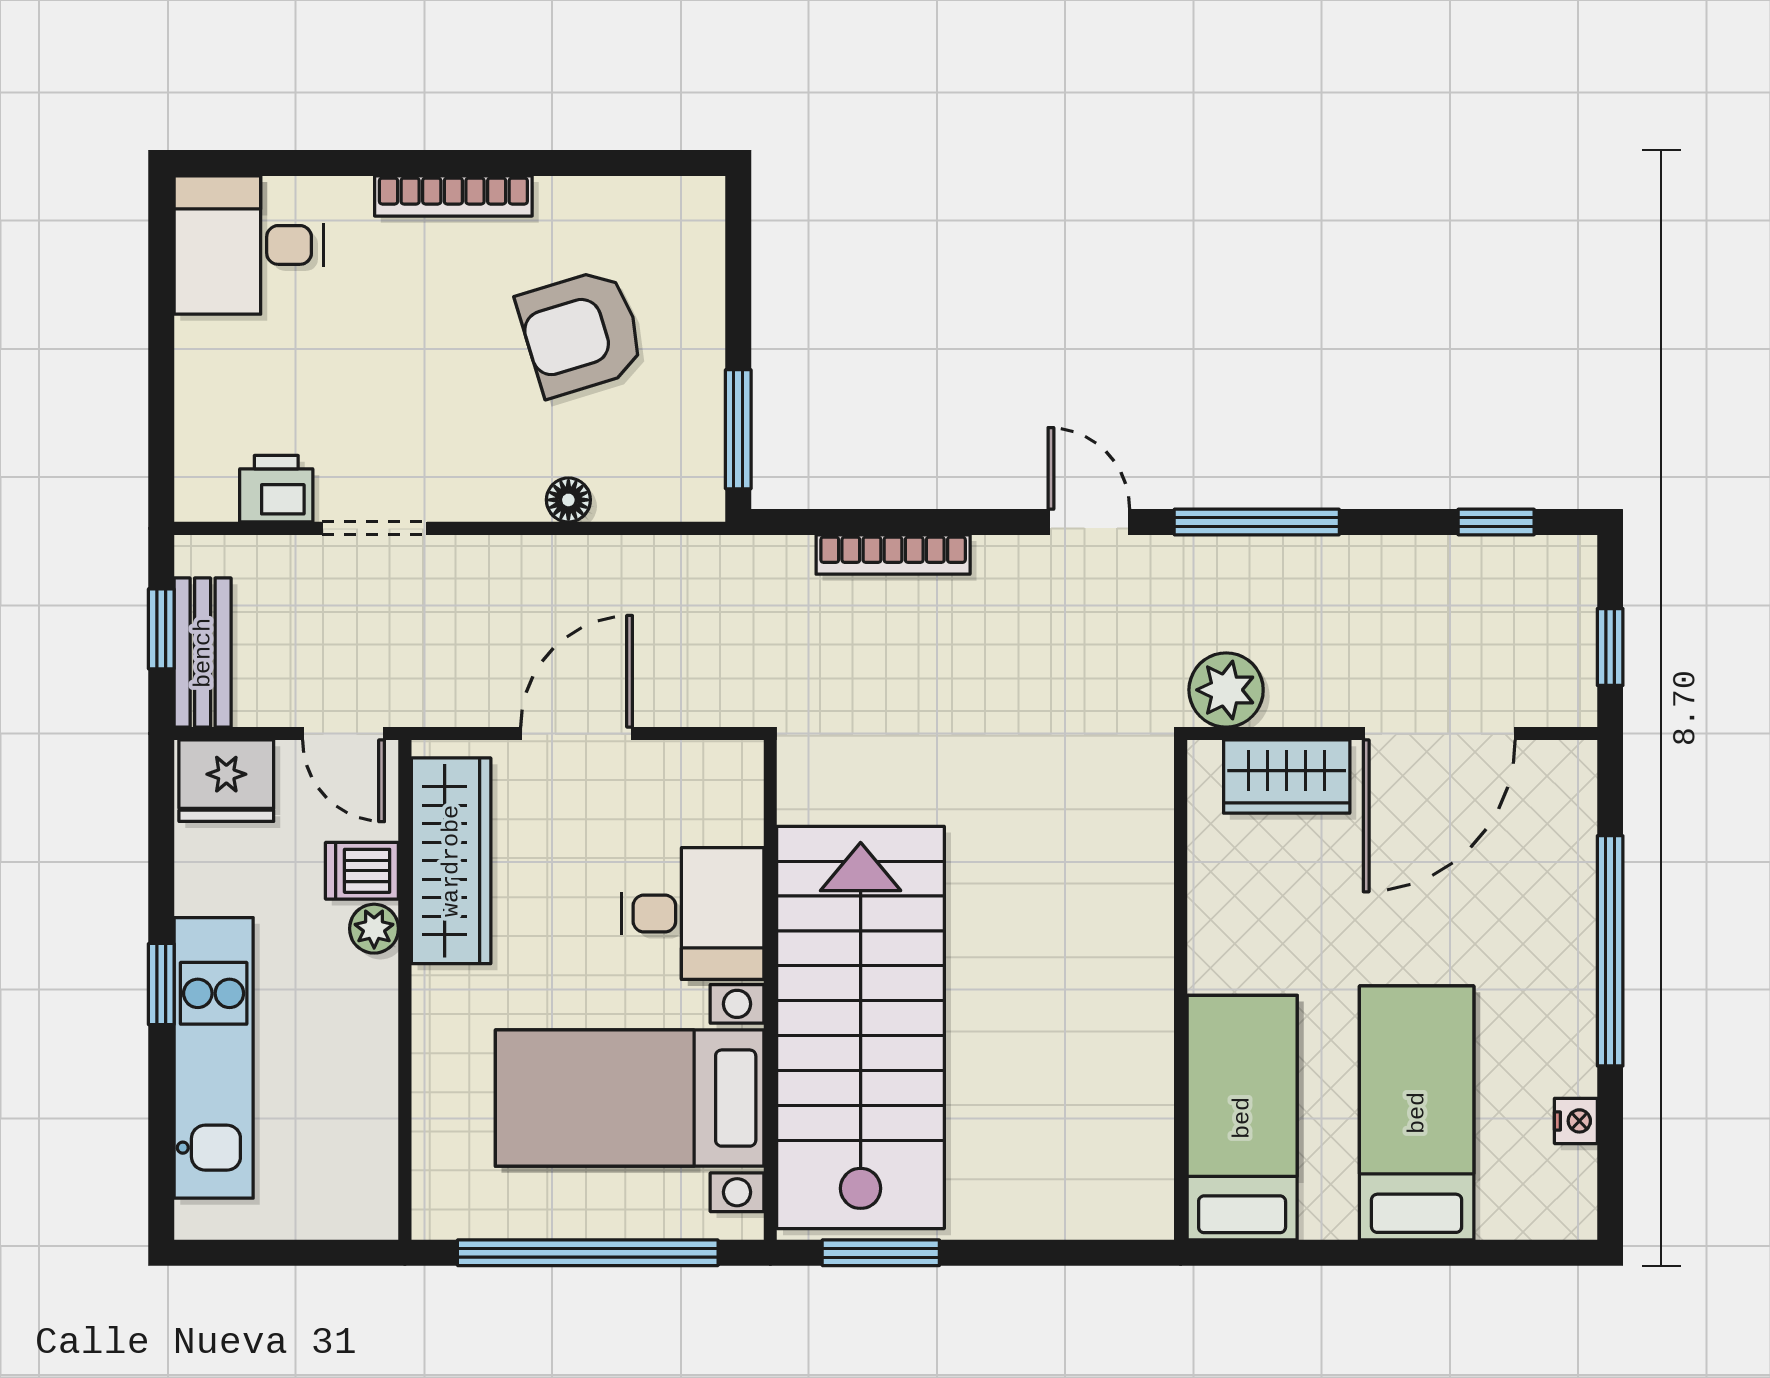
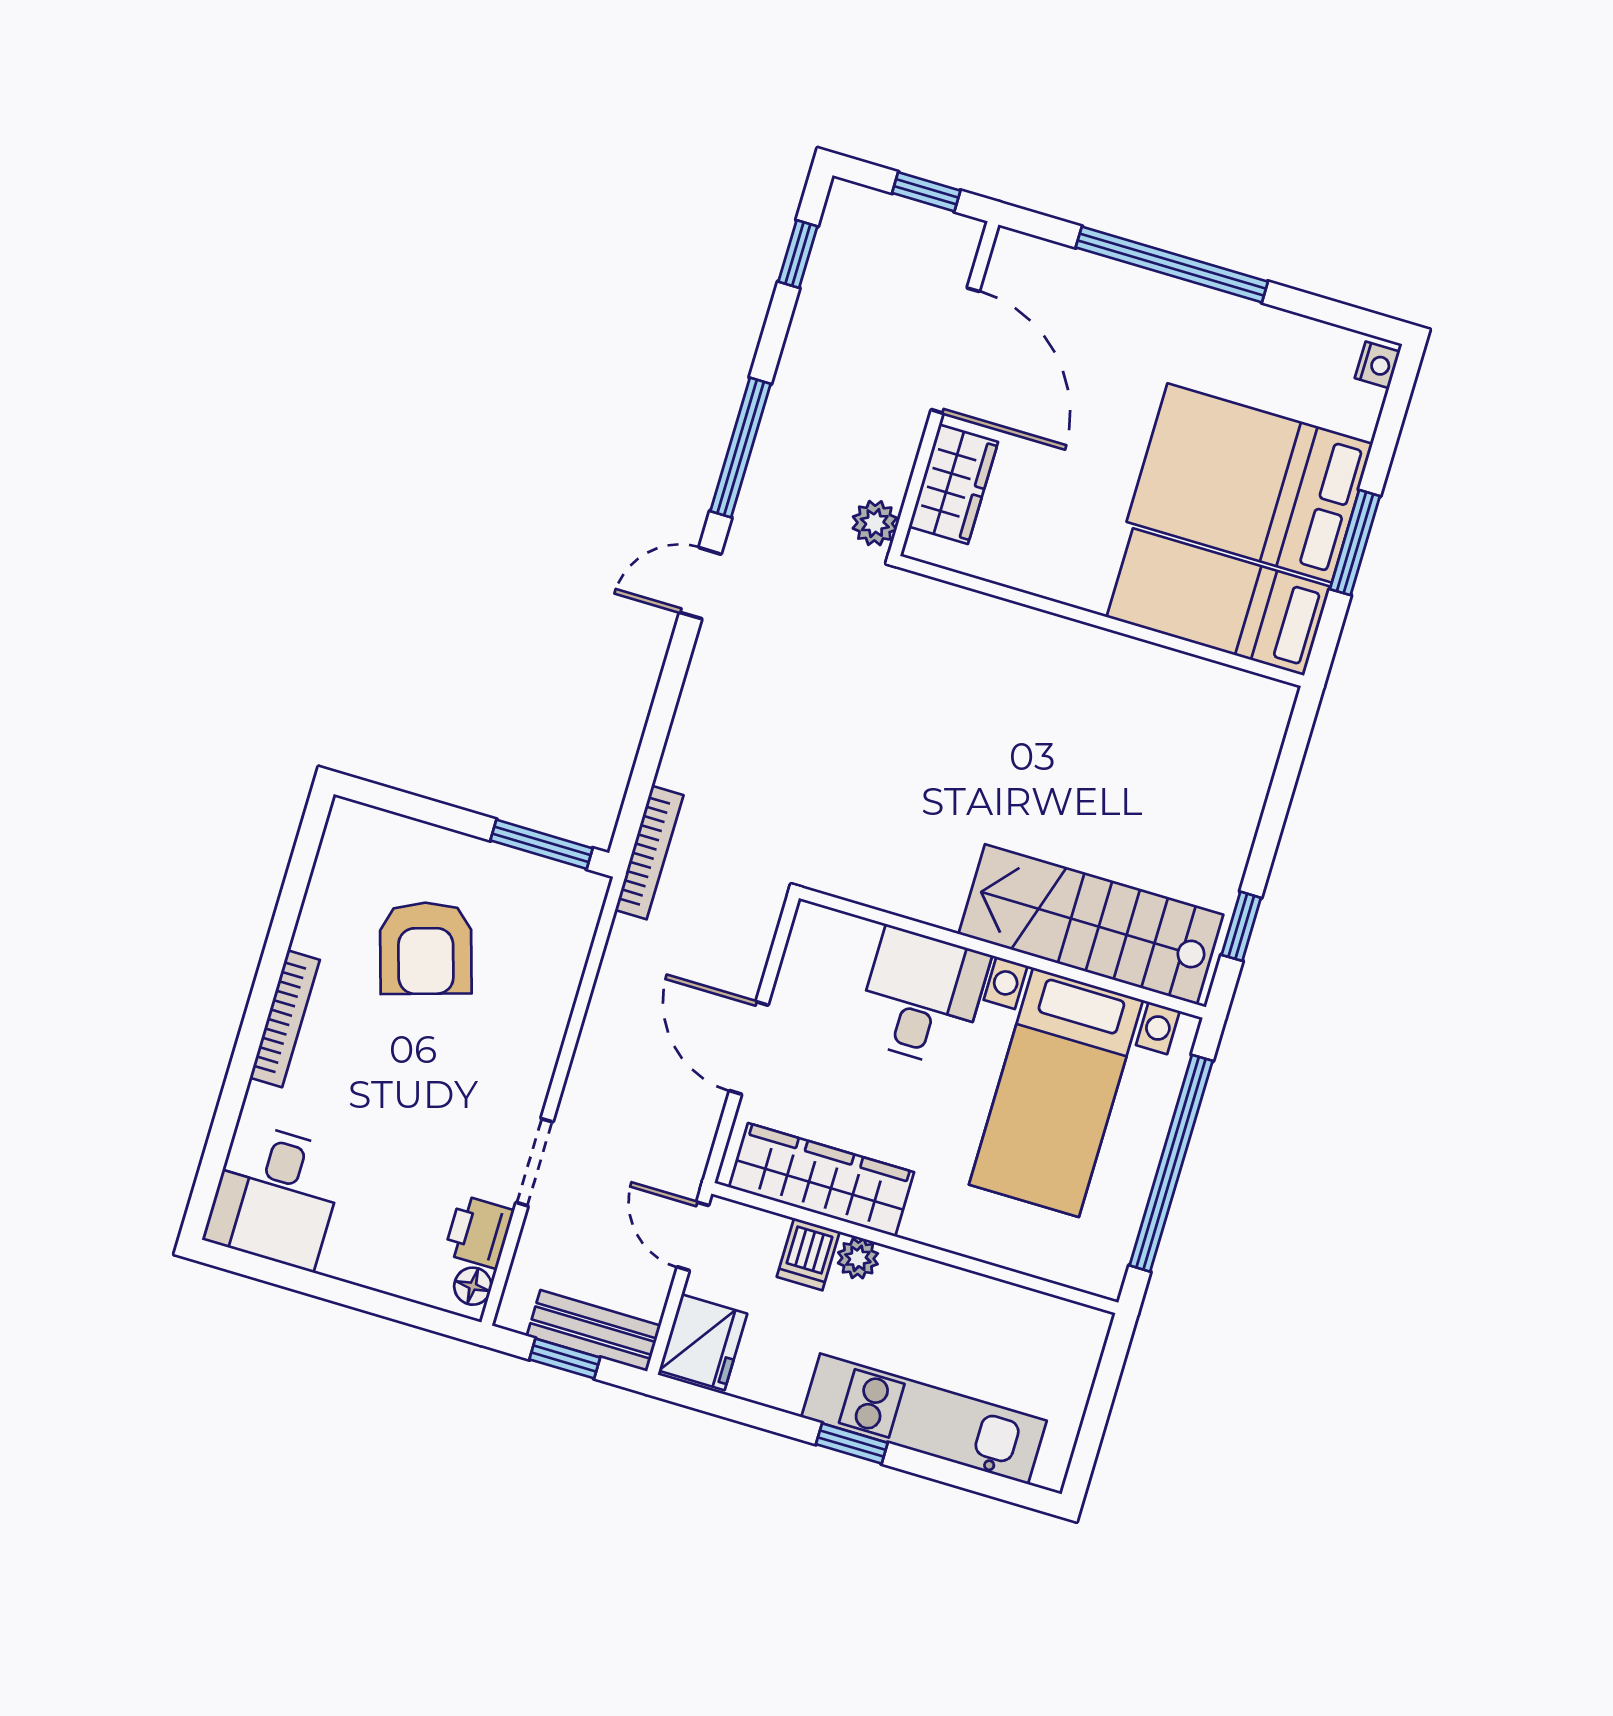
floor lamp: (568, 500) -> (473, 1286), moved
bookcase: (893, 554) -> (649, 853), moved
plant: (1226, 690) -> (875, 523), width x0.73, depth x0.73
door: (344, 734) -> (693, 1236), swing flipped
stairs: (861, 1027) -> (1091, 924), width x0.73, depth x0.66
bed: (1417, 1113) -> (1250, 483), width x1.50
nightstand: (1576, 1121) -> (1377, 365), moved, turned 90
window: (881, 1253) -> (1241, 926), width x0.67
window: (1356, 1253) -> (1355, 543), added

